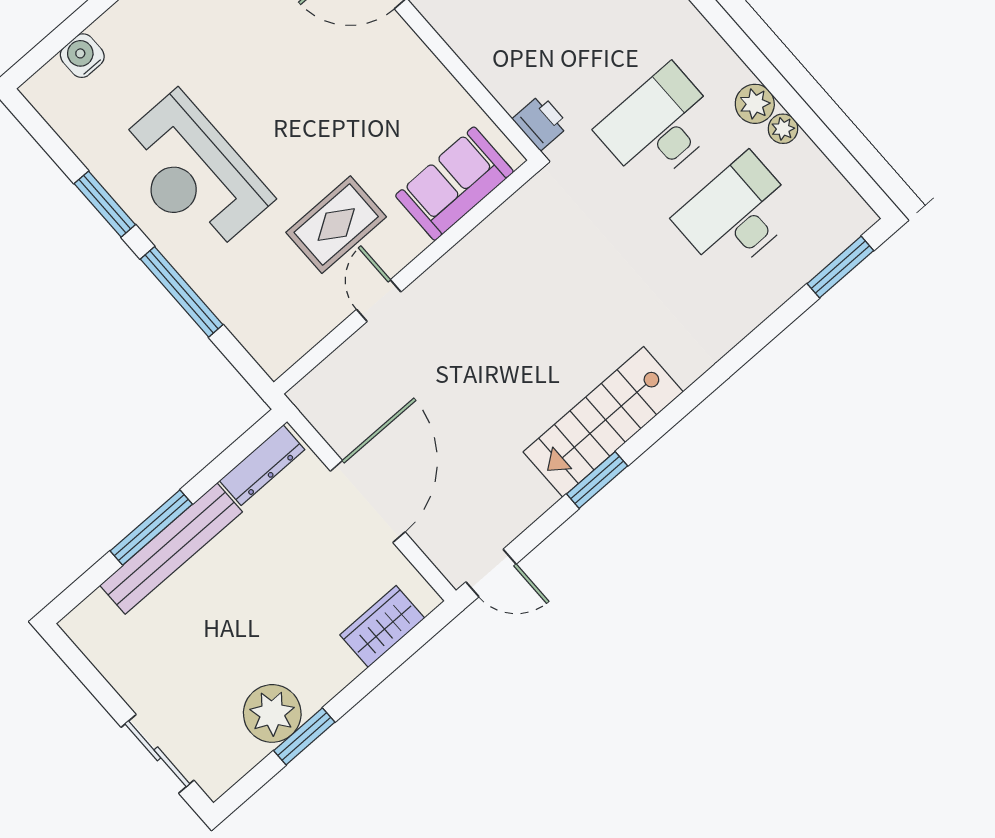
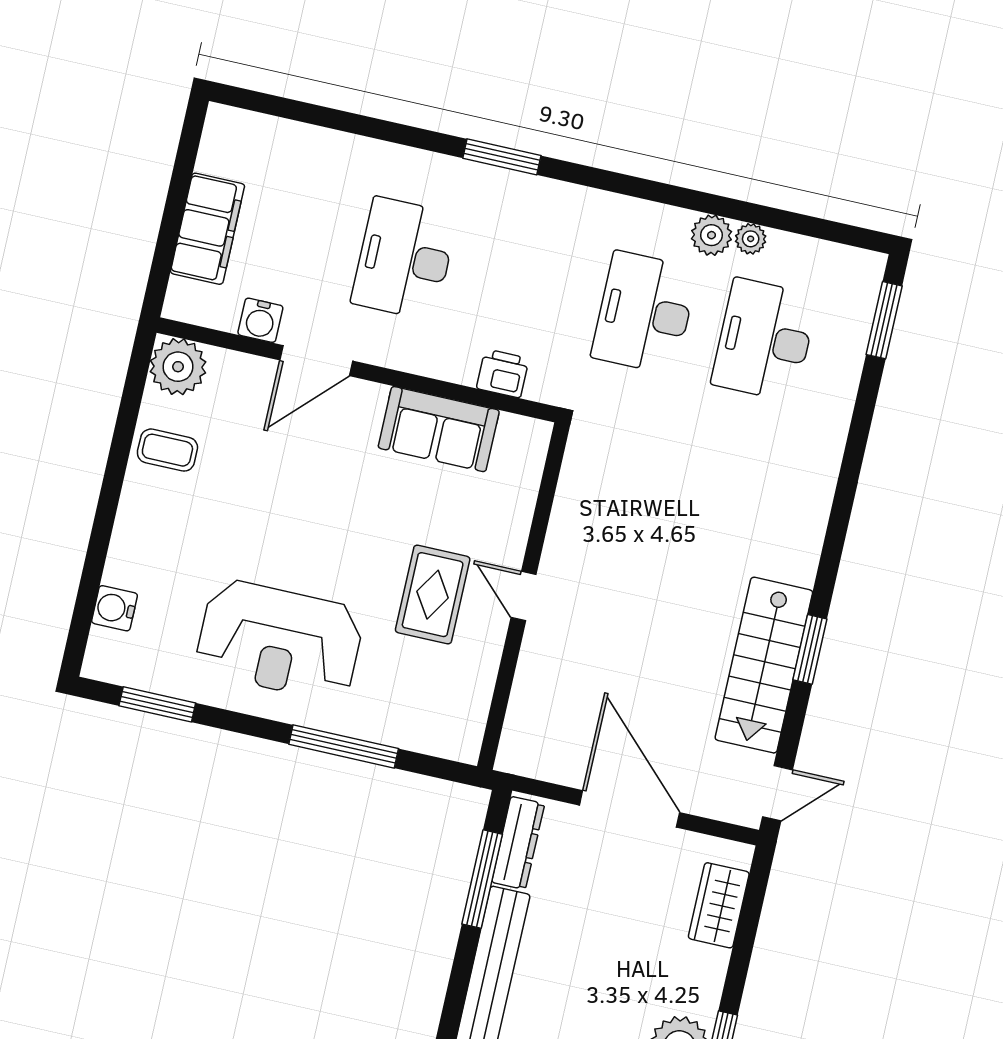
printer: (541, 122) -> (503, 373), moved
sofa: (454, 184) -> (439, 429), moved, turned -90
window: (105, 204) -> (157, 704), moved
door: (379, 301) -> (524, 596), moved
stairs: (603, 422) -> (764, 665), moved
window: (151, 527) -> (482, 879), moved

